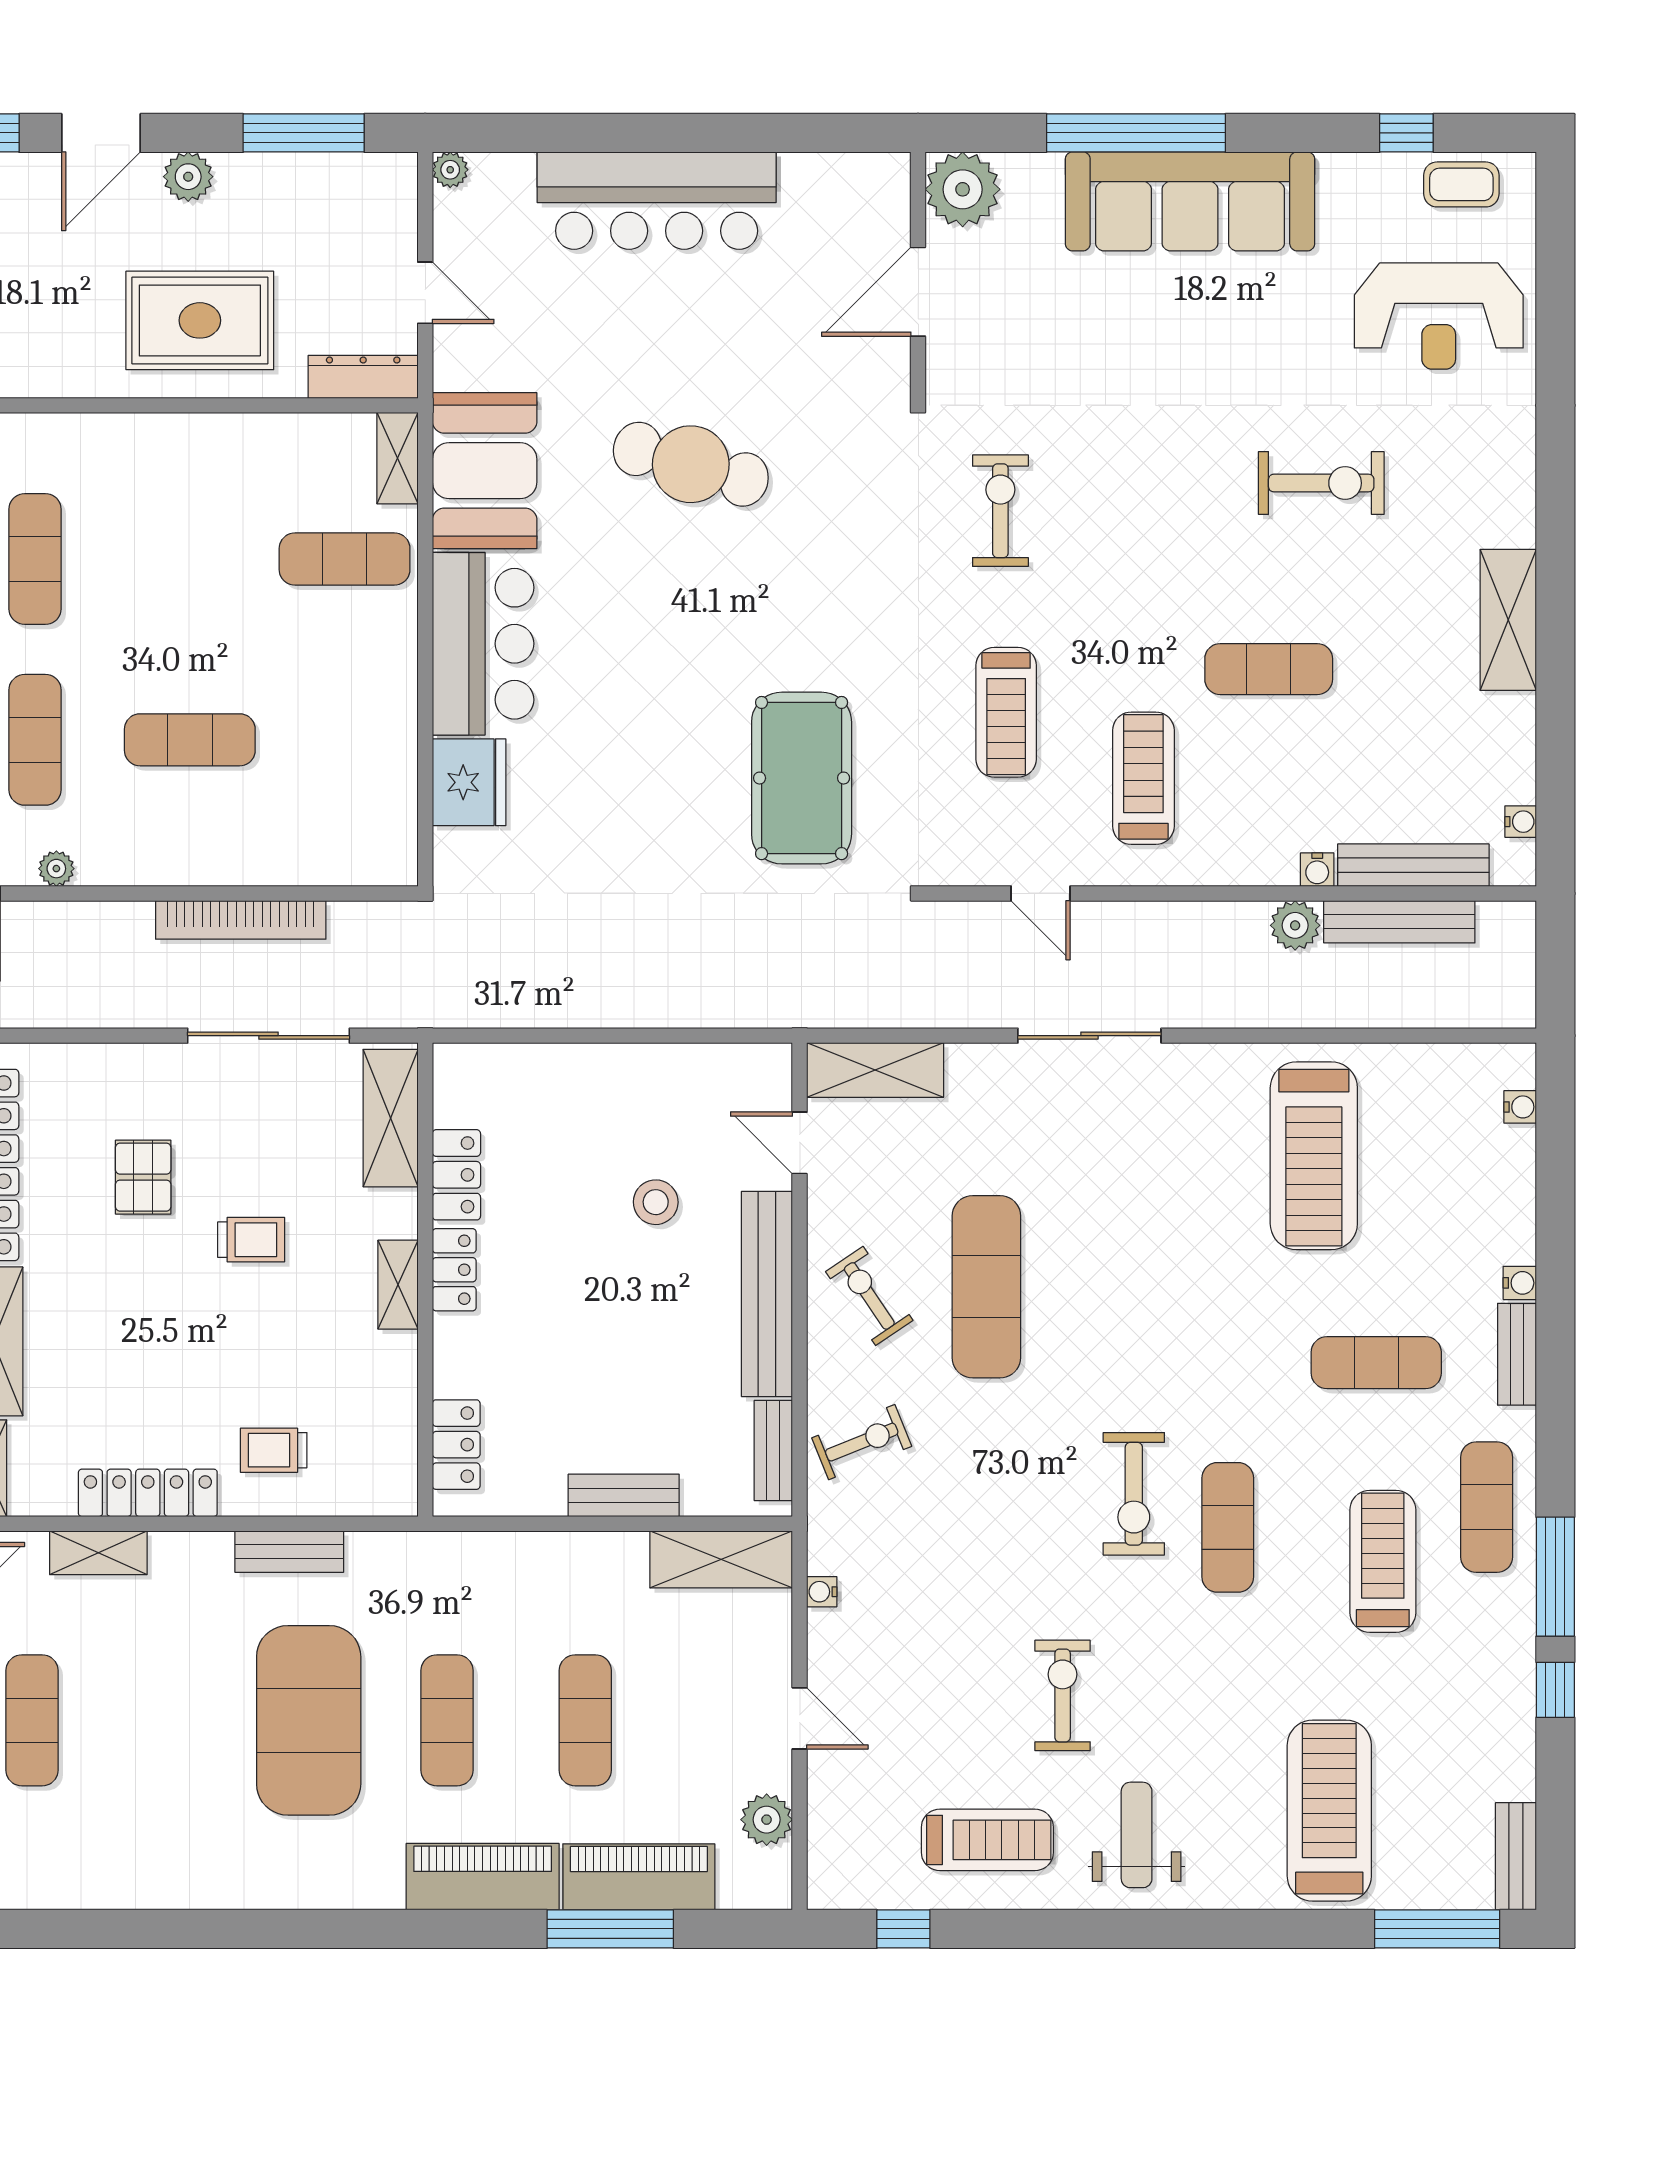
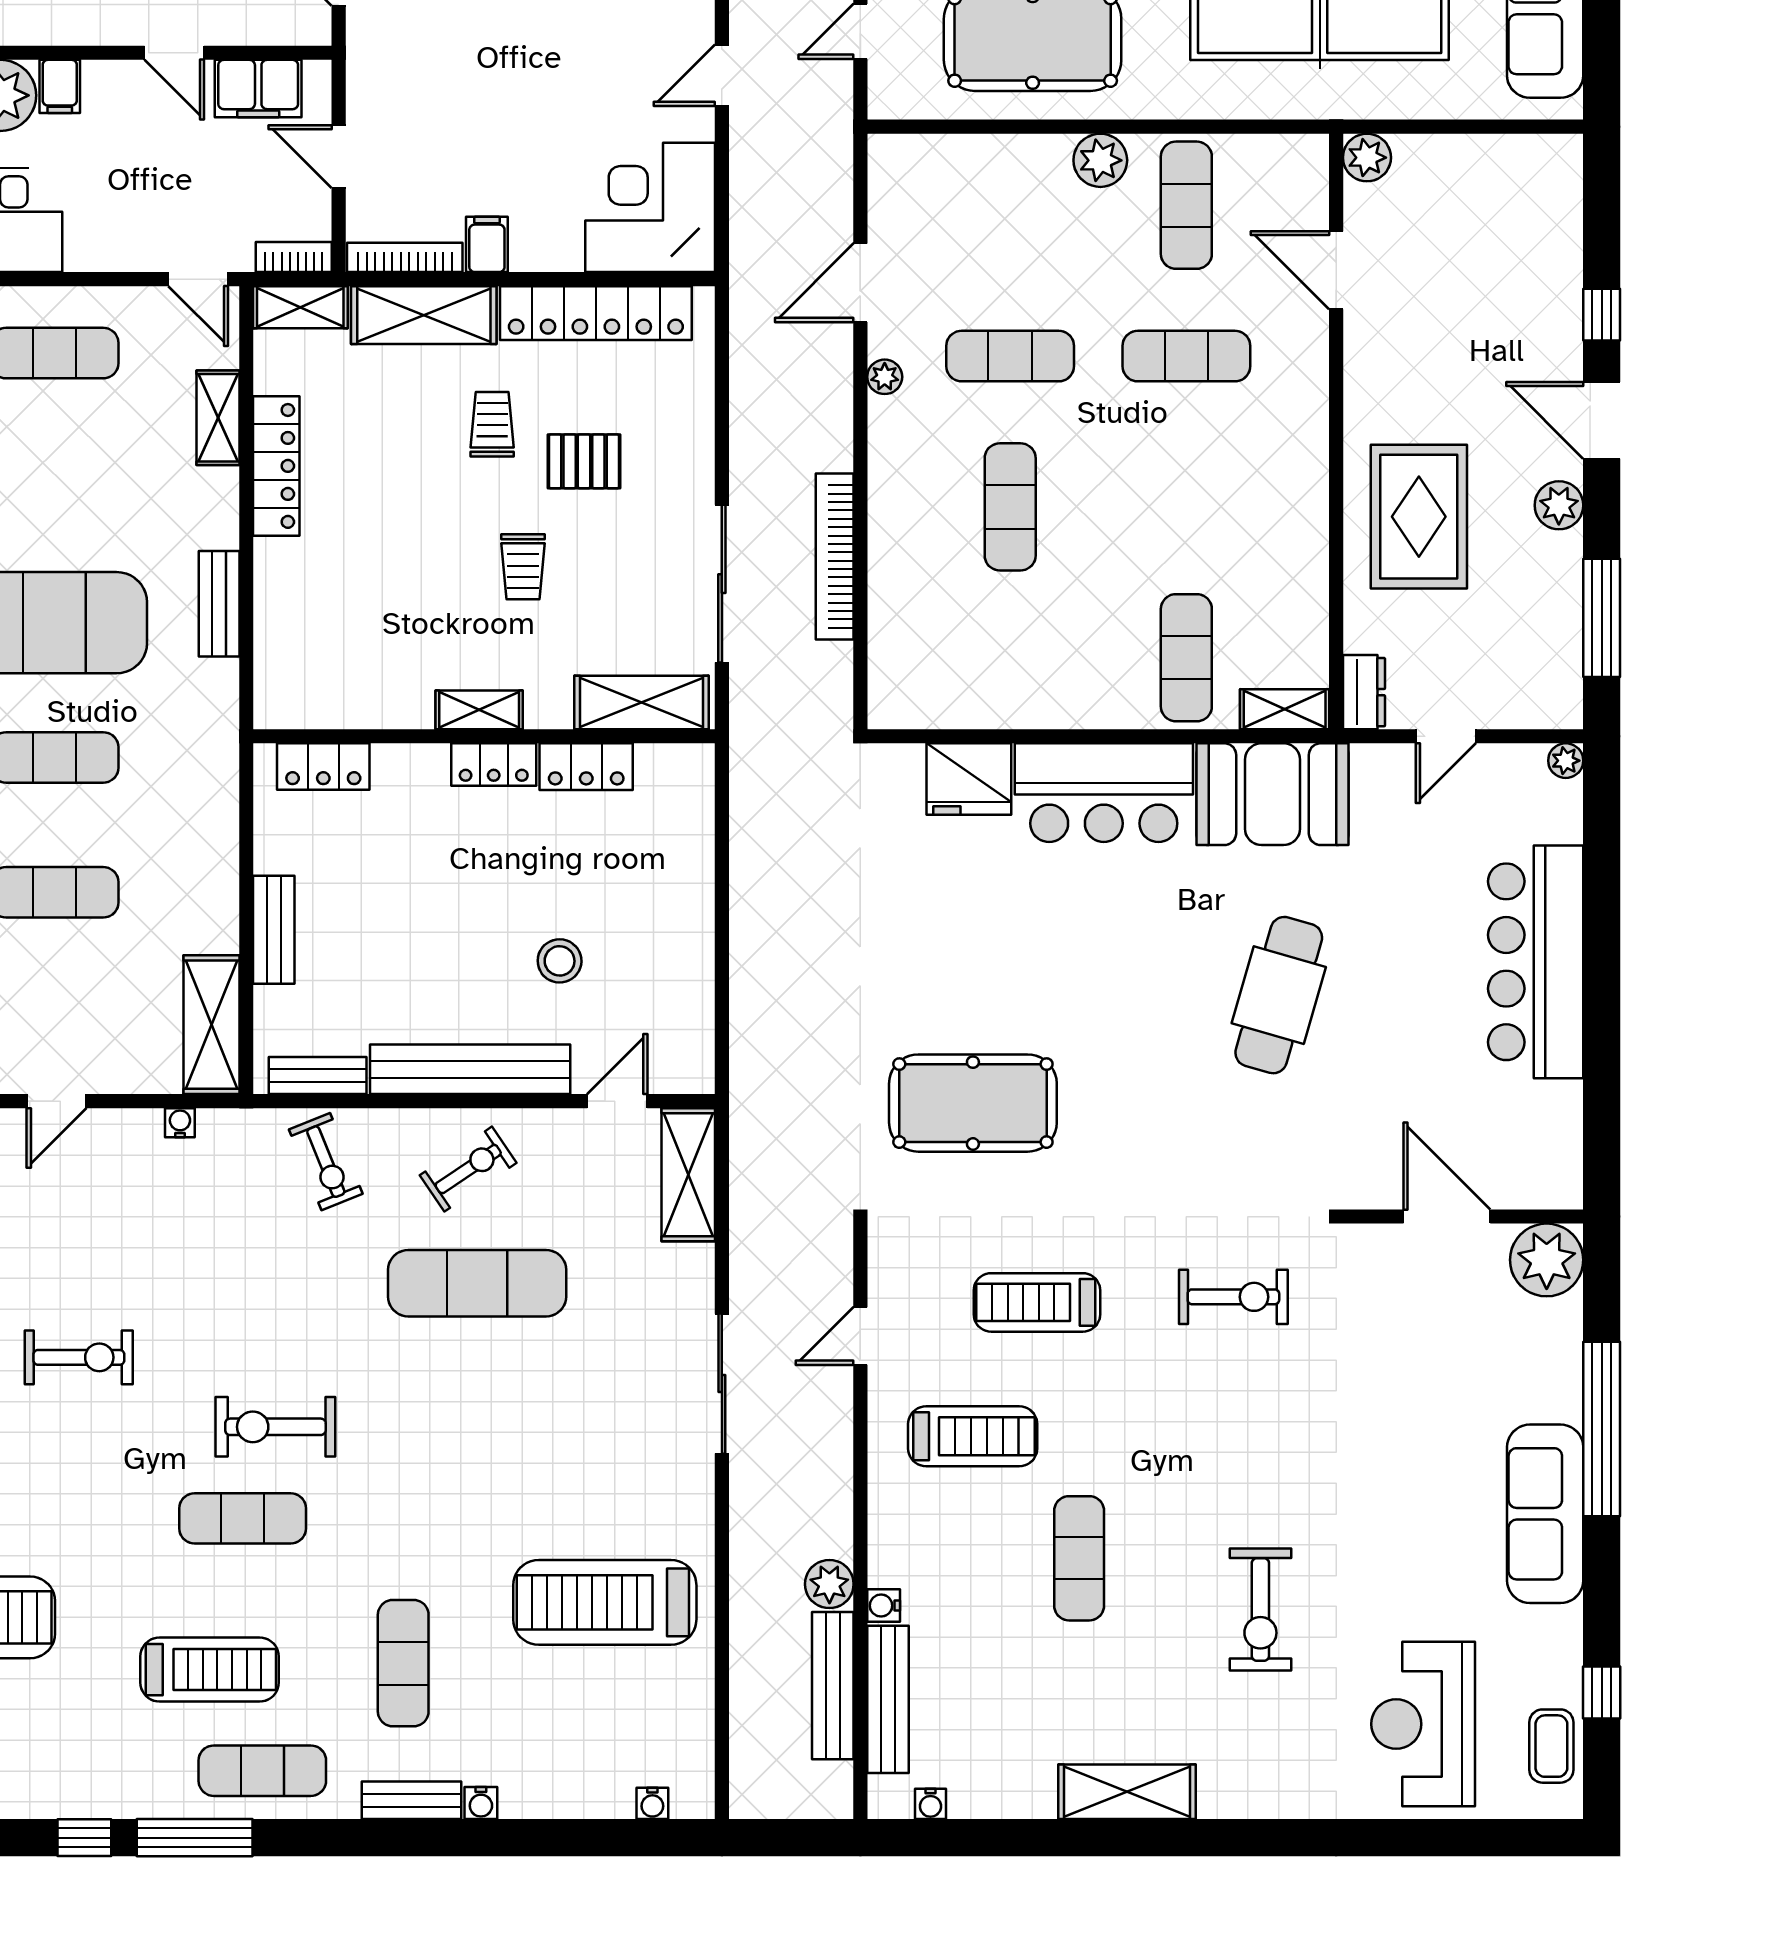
sofa: (1190, 201) -> (1545, 1514), width x0.74, depth x0.79
dresser: (363, 377) -> (1364, 692), width x0.70
trolley: (274, 1450) -> (492, 424), moved

